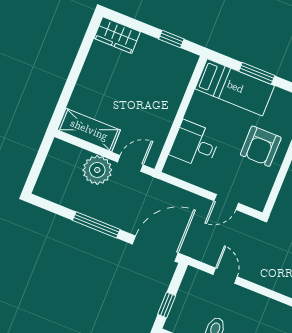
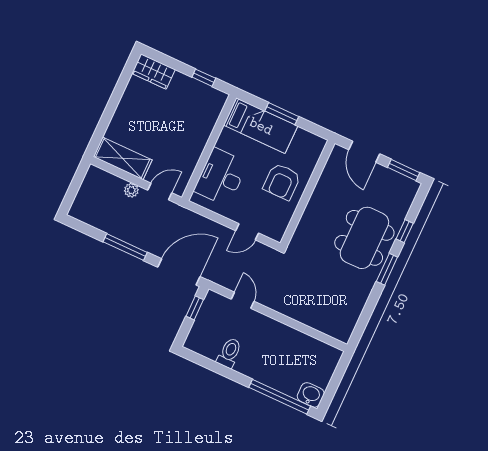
desk: (195, 144) -> (221, 177), width x1.37
plant: (97, 170) -> (131, 190), width x0.53, depth x0.53
window: (167, 305) -> (195, 308), moved

